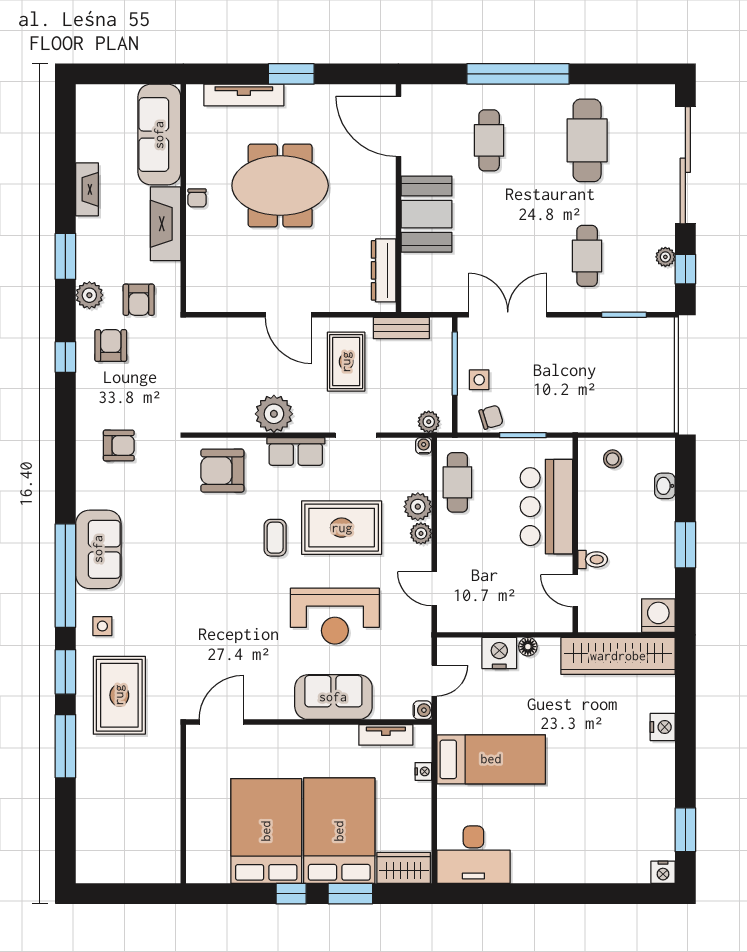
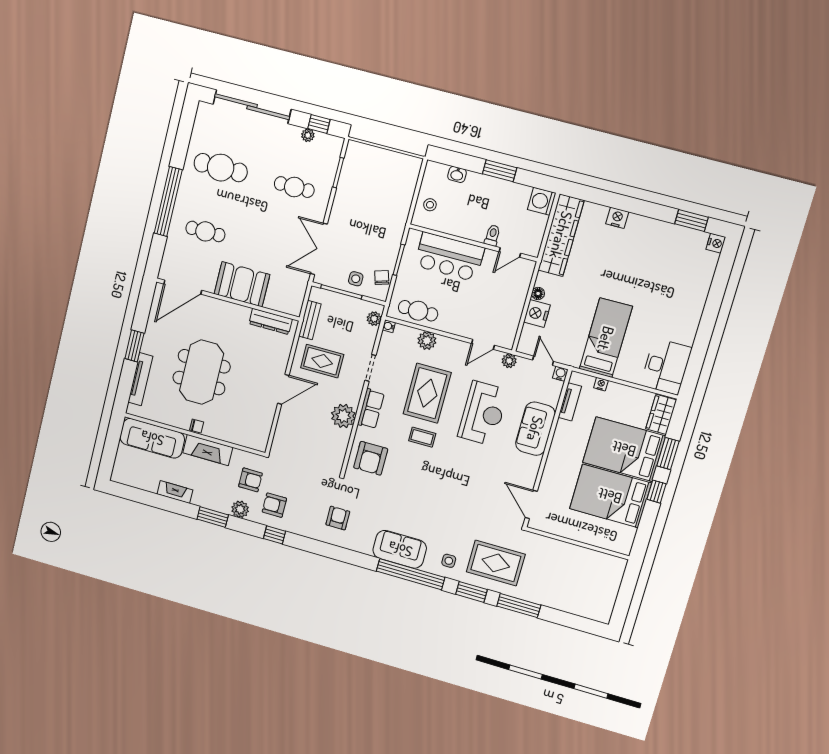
plant: (421, 533) -> (509, 361), moved

